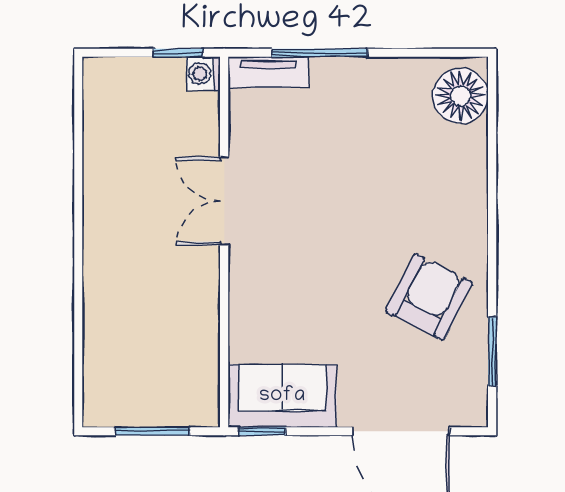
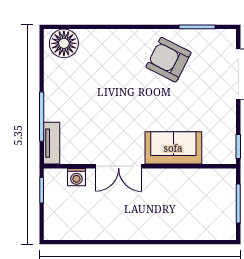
washing machine: (203, 74) -> (76, 177), moved
sofa: (282, 396) -> (173, 148), moved, turned 90

